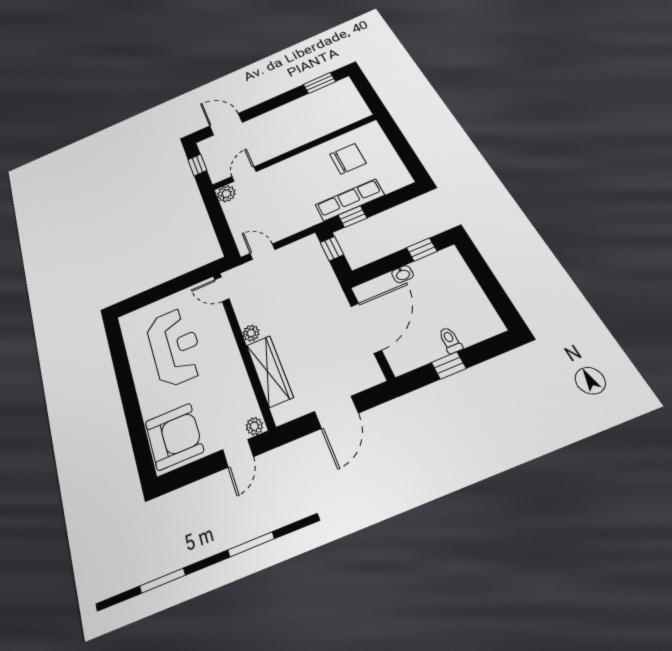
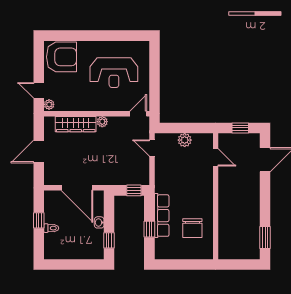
plant: (226, 194) -> (185, 140), moved
window: (352, 217) -> (149, 229), moved
door: (262, 252) -> (152, 148), swing flipped
door: (336, 412) -> (39, 151), hinge flipped
armchair: (174, 436) -> (62, 57), turned -90

